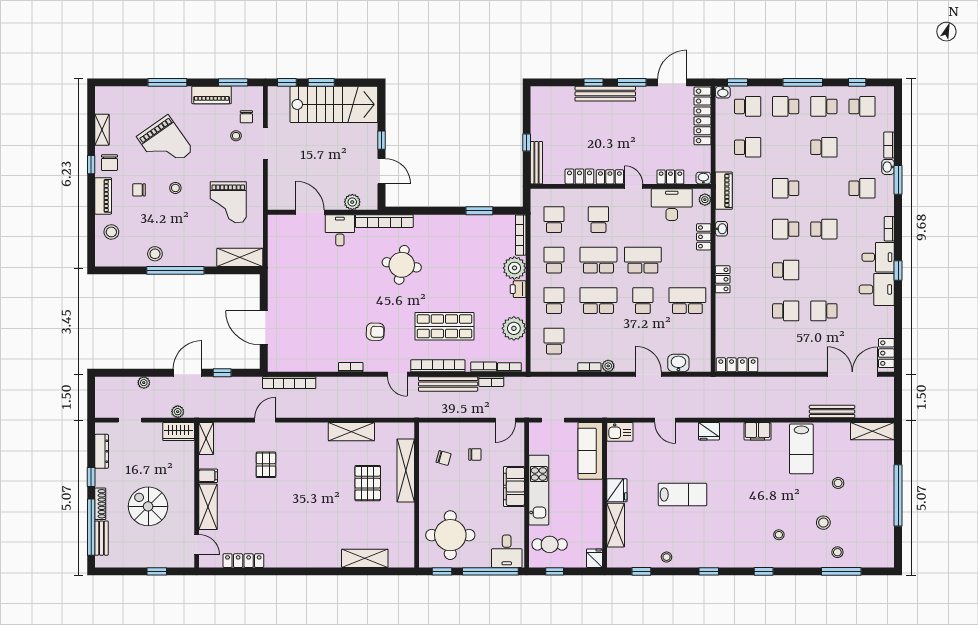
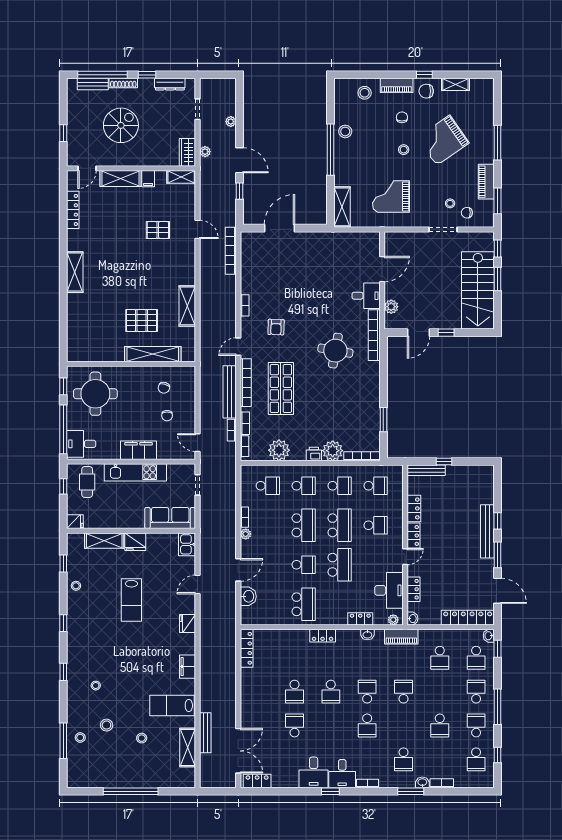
shelving: (872, 431) -> (188, 748), moved
shelving: (365, 558) -> (75, 272), moved

